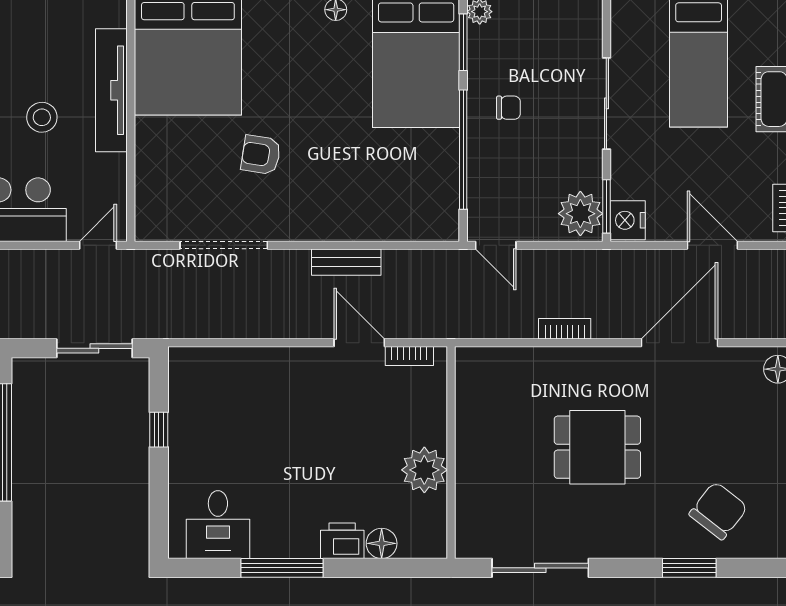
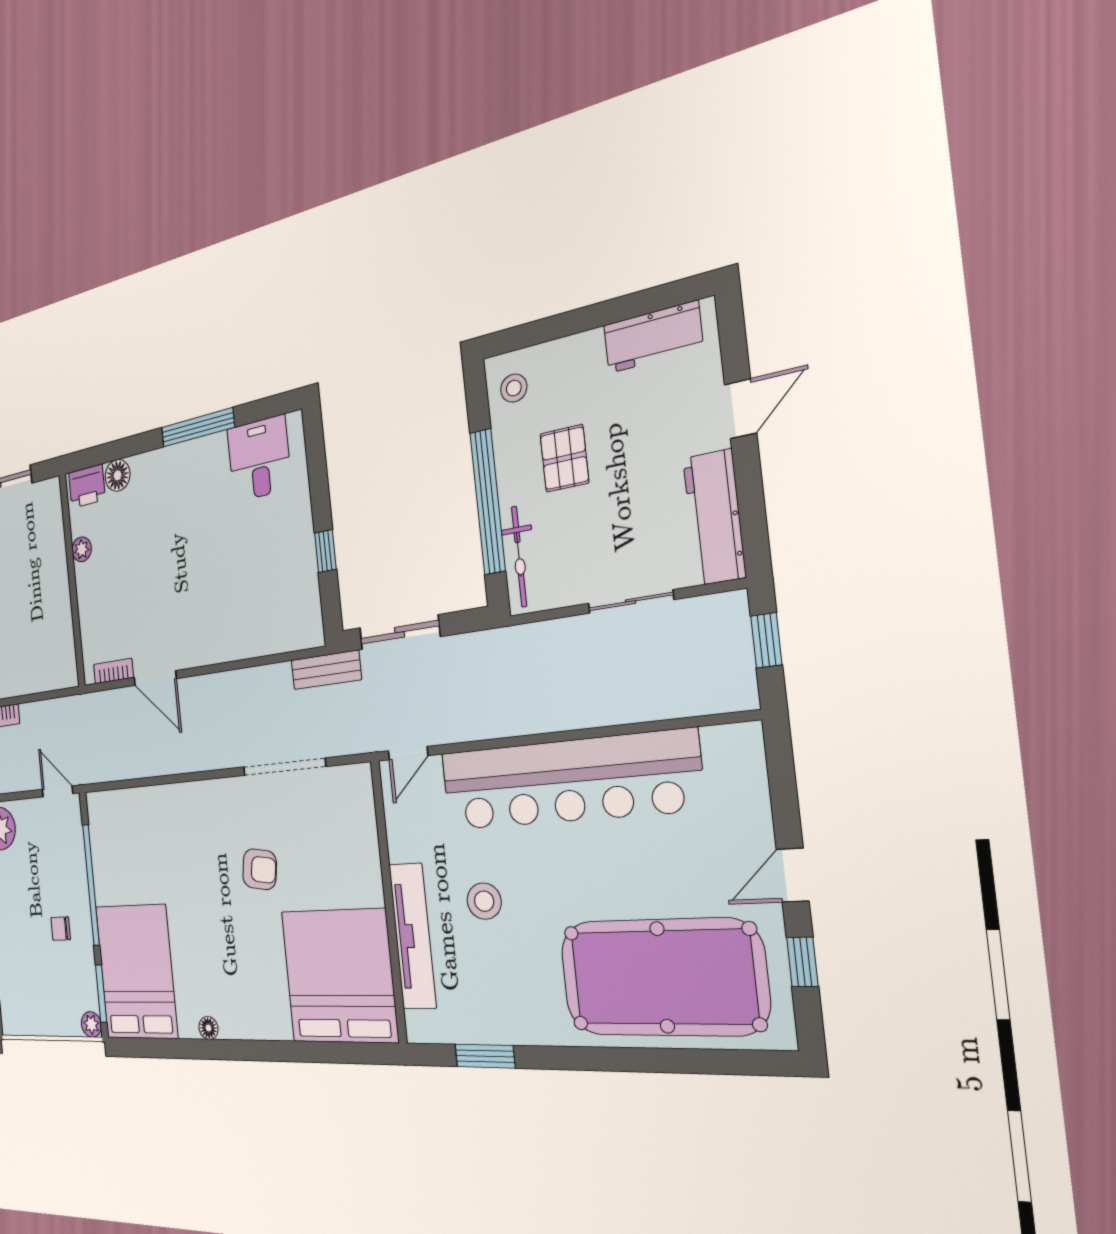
bench: (346, 262) -> (326, 670), moved
plant: (424, 470) -> (82, 549), width x0.53, depth x0.53
printer: (342, 541) -> (87, 486), moved

